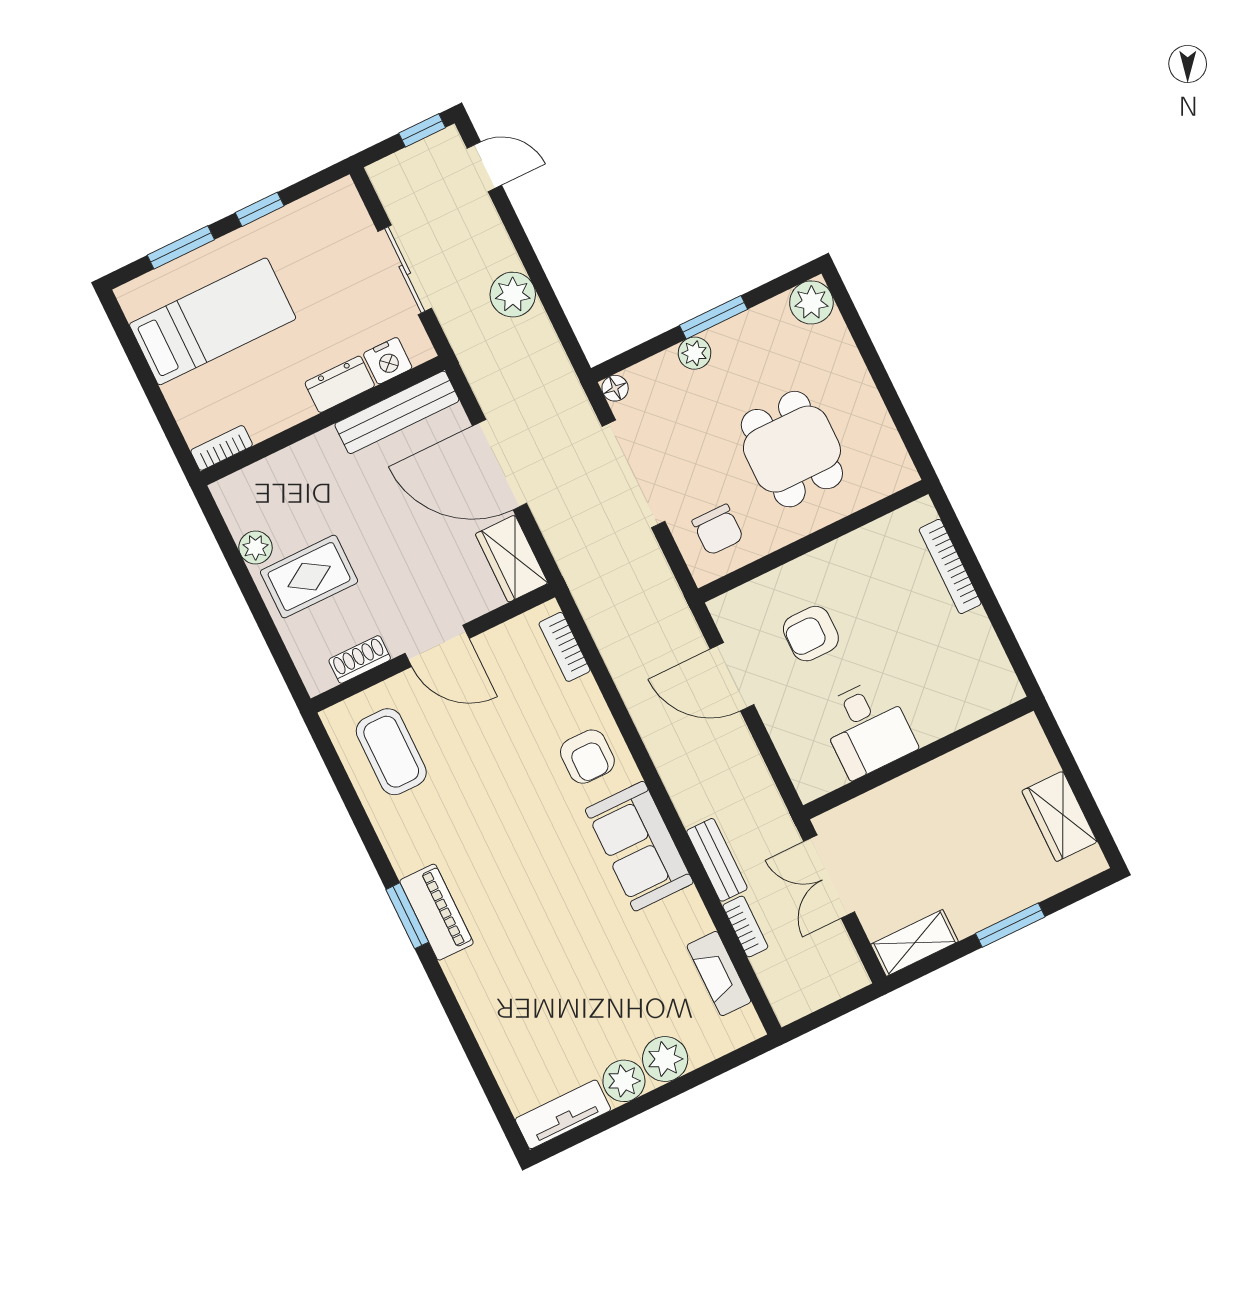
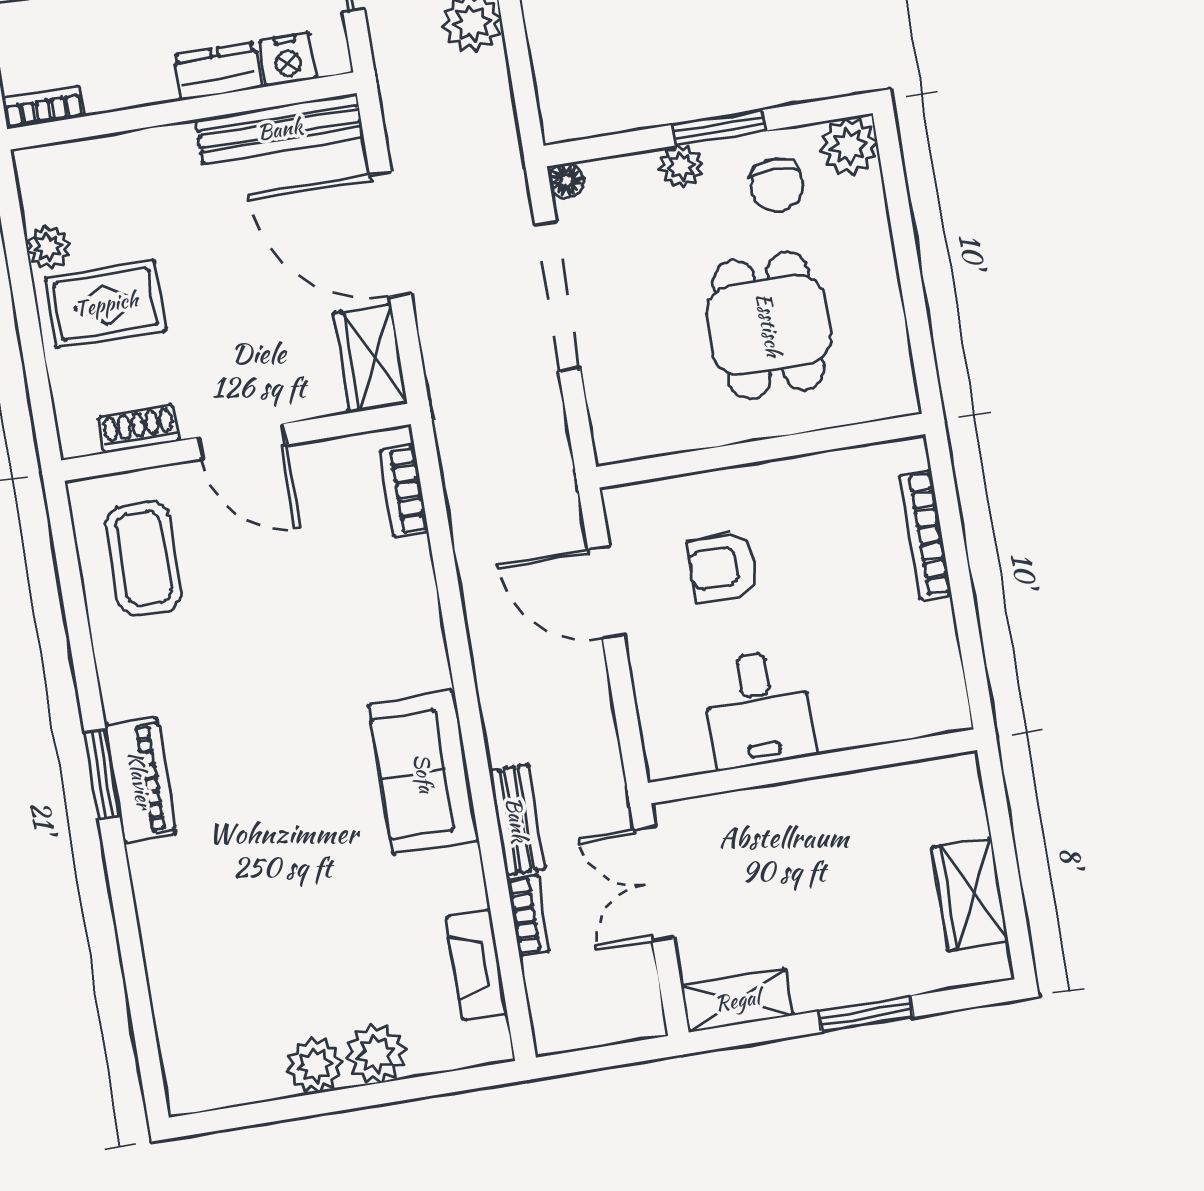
chair: (718, 530) -> (777, 185), moved
armchair: (587, 757) -> (392, 639), removed
tv unit: (563, 1114) -> (225, 1085), removed

